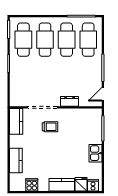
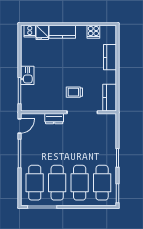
kitchen sink: (95, 153) -> (27, 75), moved

